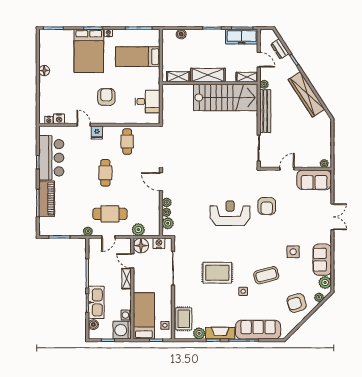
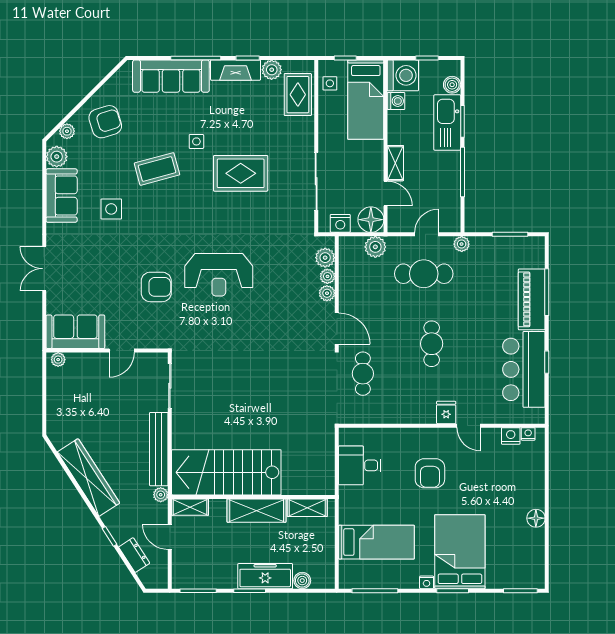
freezer: (242, 37) -> (265, 576), moved
cafe table: (127, 142) -> (363, 374), moved
armchair: (267, 206) -> (156, 287), turned 90

